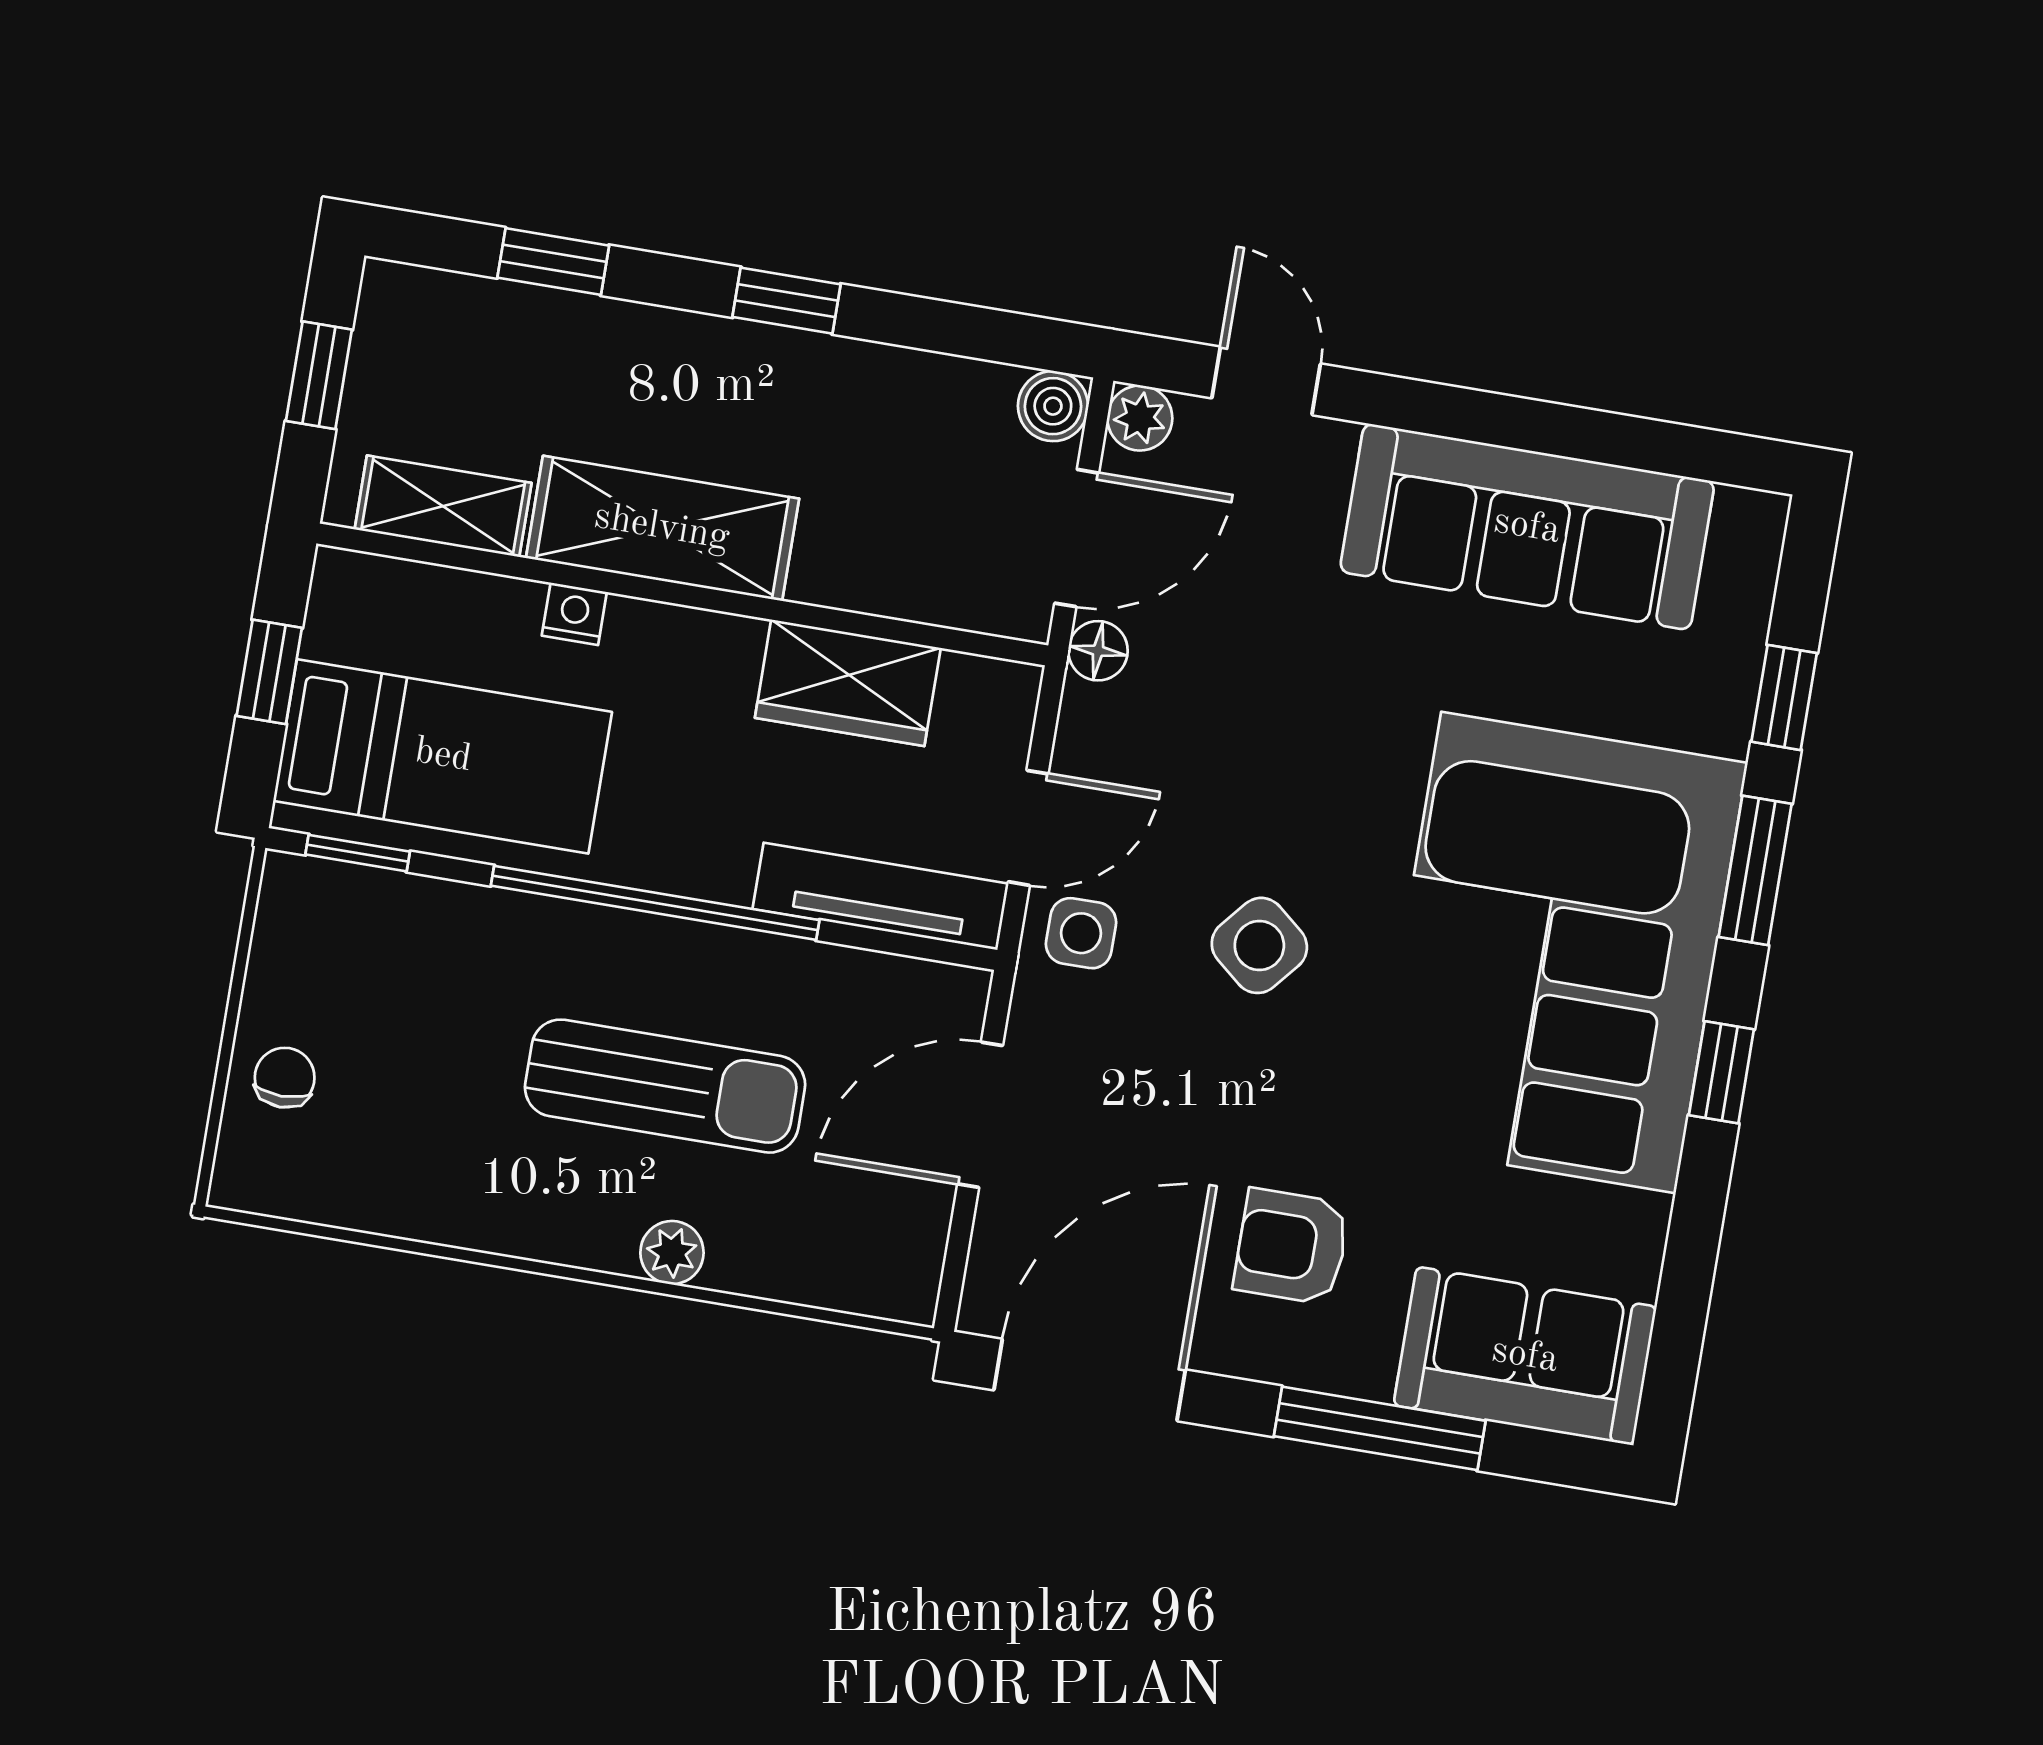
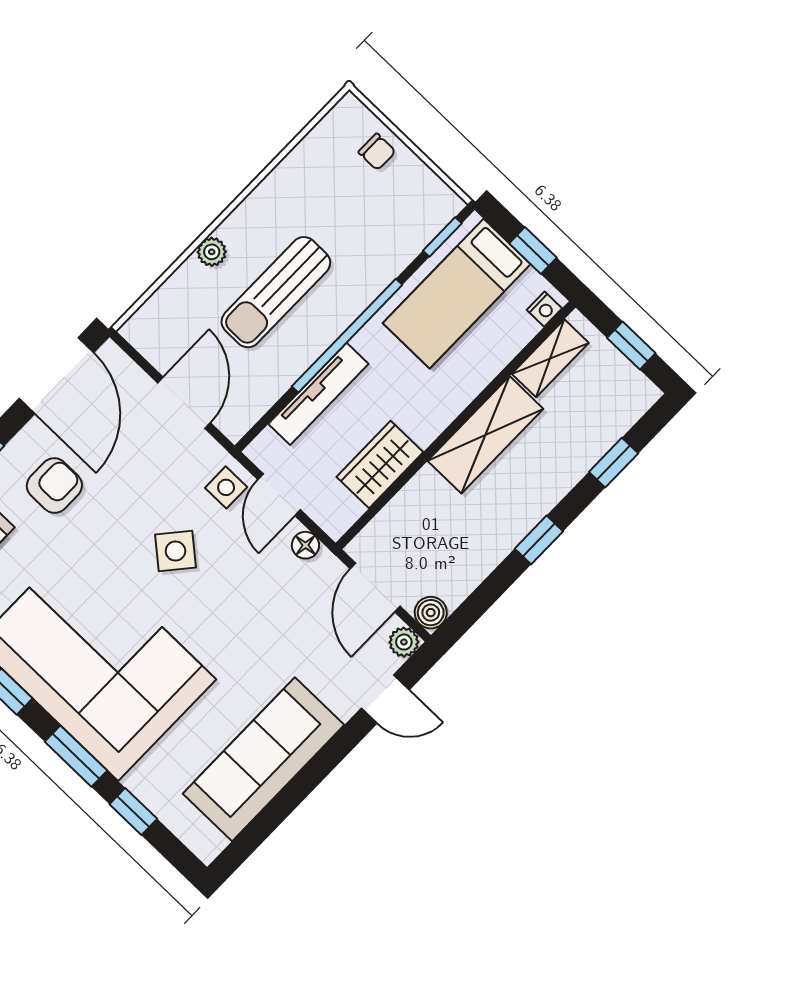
nightstand: (574, 614) -> (544, 309), moved
floor lamp: (1098, 651) -> (305, 545), moved
tv unit: (881, 896) -> (318, 394), moved

